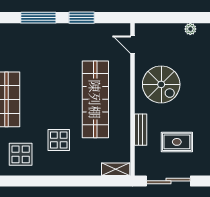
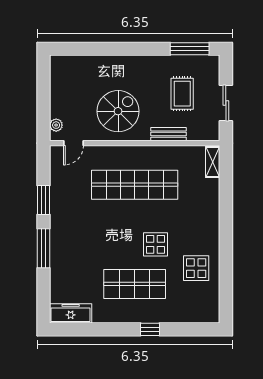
plant: (190, 29) -> (56, 125), moved
display table: (59, 140) -> (155, 244), moved
sliding door: (168, 181) -> (226, 103), width x0.73

